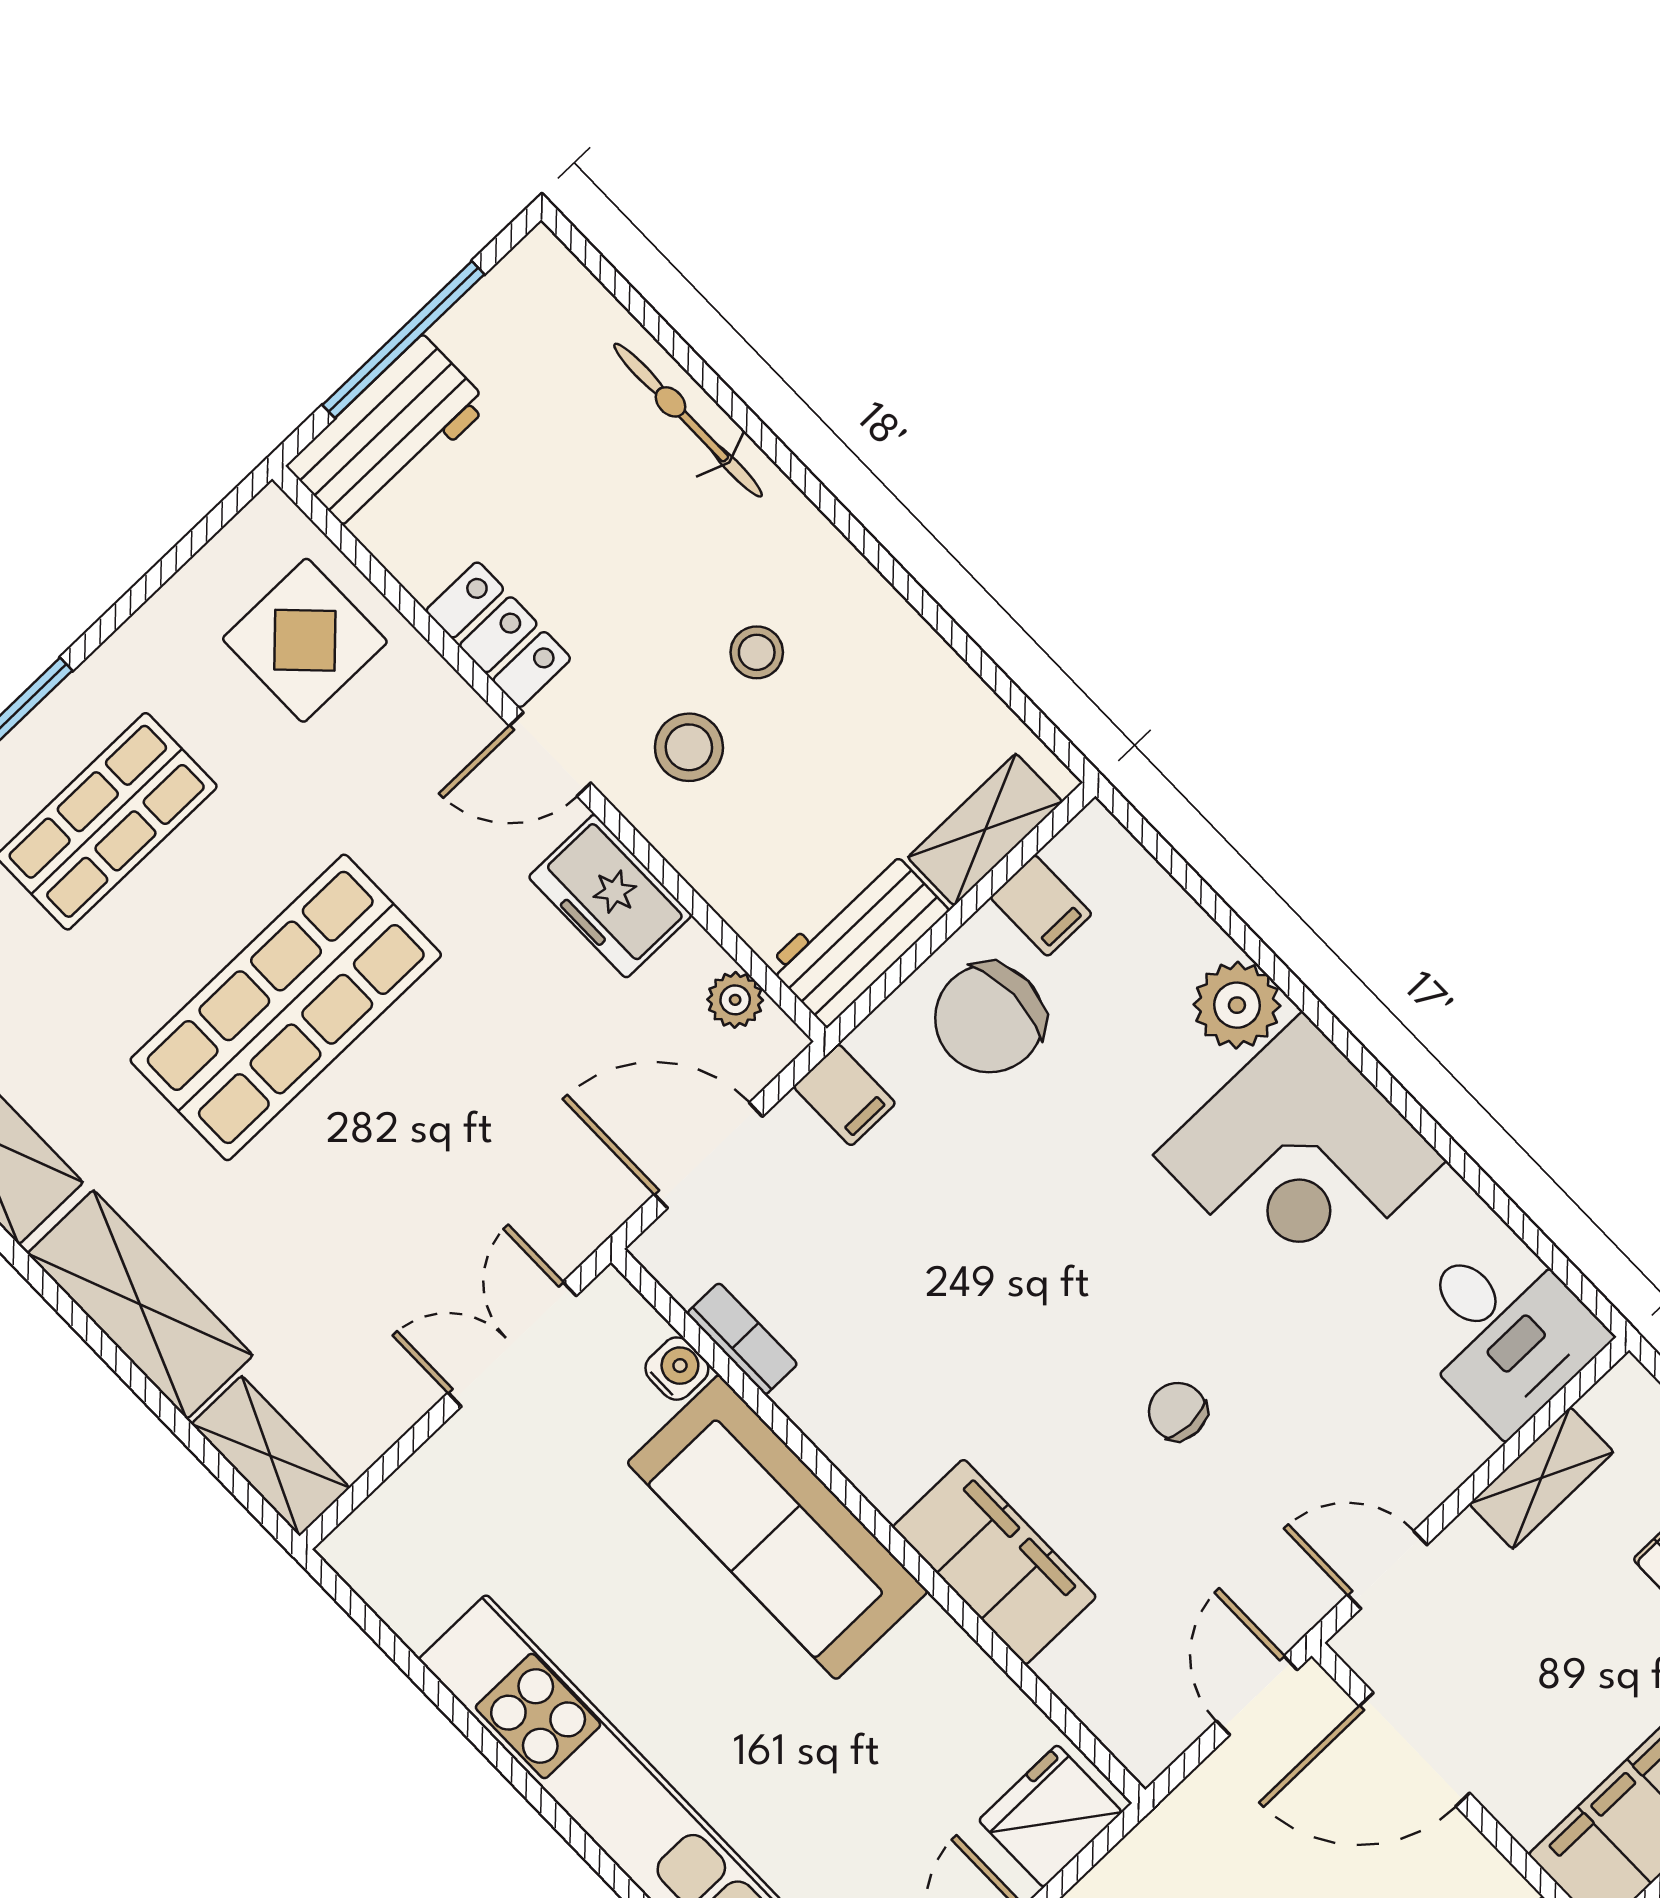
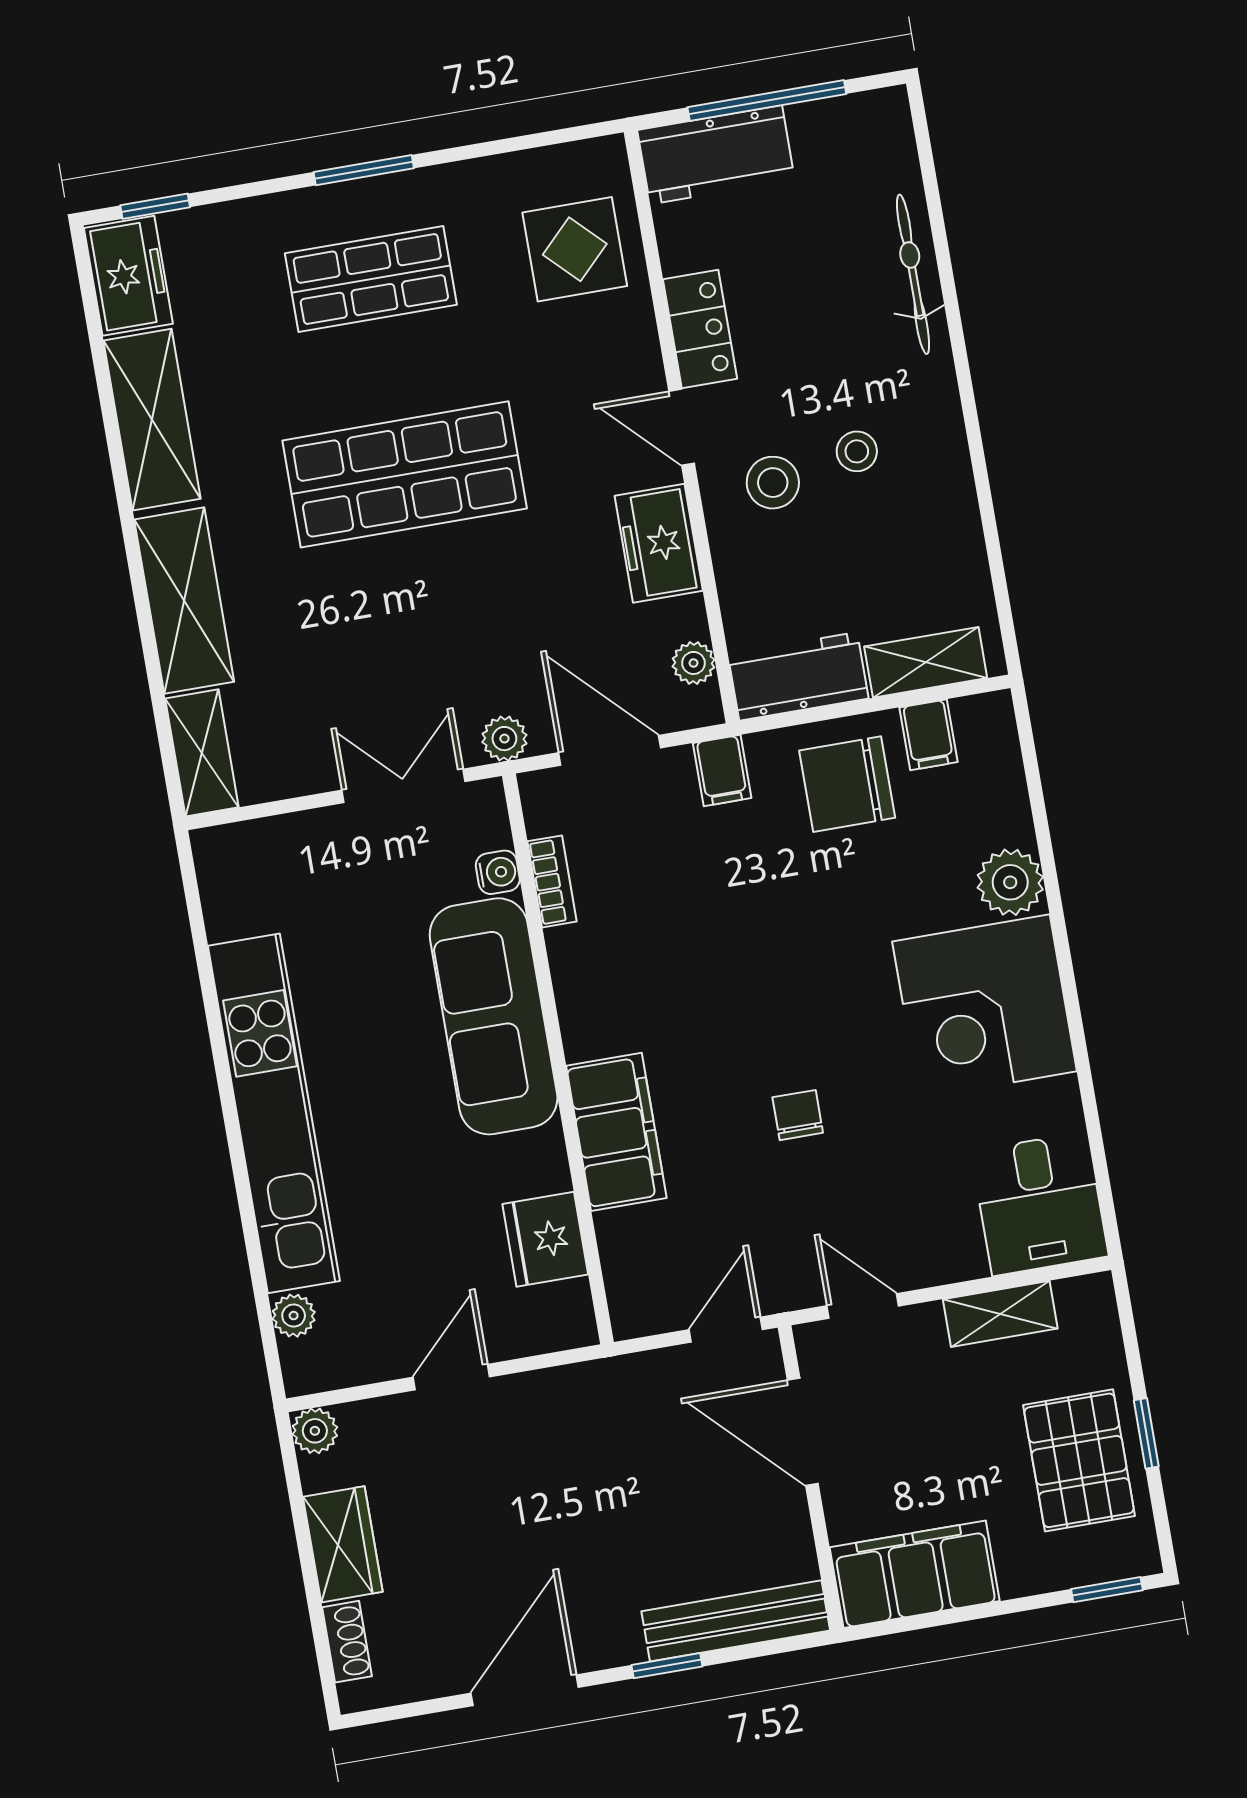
plant: (586, 1219) -> (504, 739), added
fridge: (1050, 1816) -> (545, 1239), moved, turned -90

